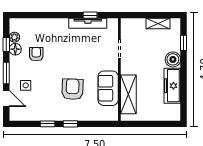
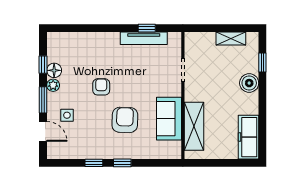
plant: (14, 37) -> (53, 85), moved
armchair: (36, 54) -> (101, 87), moved
freezer: (172, 86) -> (248, 137), moved

